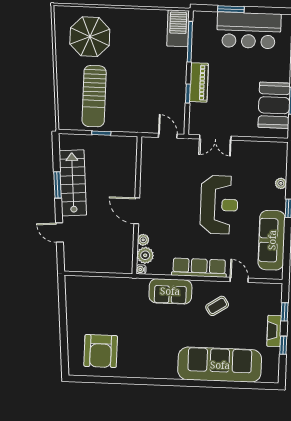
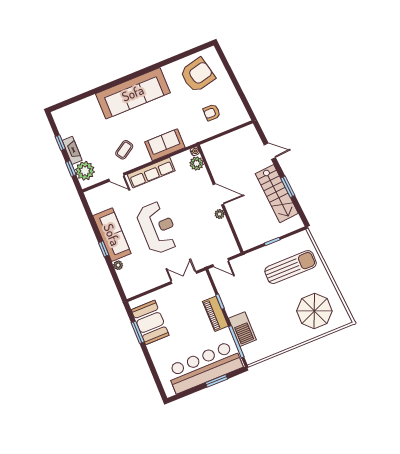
barbecue: (178, 28) -> (242, 329), moved
bar counter: (249, 30) -> (204, 367), width x1.36
sun lounger: (94, 96) -> (291, 267), turned 90
reception desk: (219, 205) -> (158, 228), turned 180
plant: (143, 240) -> (220, 214), moved
sofa: (272, 240) -> (112, 235), moved
plant: (270, 302) -> (85, 171), added
armchair: (104, 303) -> (212, 113), added
armchair: (101, 351) -> (197, 75), turned 77
sofa: (220, 365) -> (133, 93), moved

